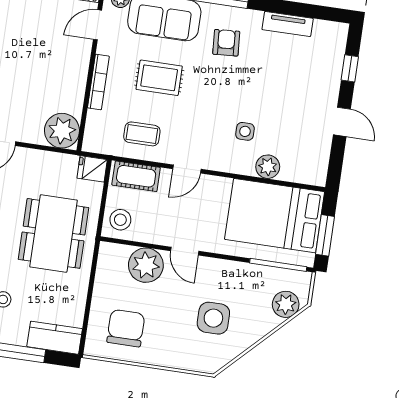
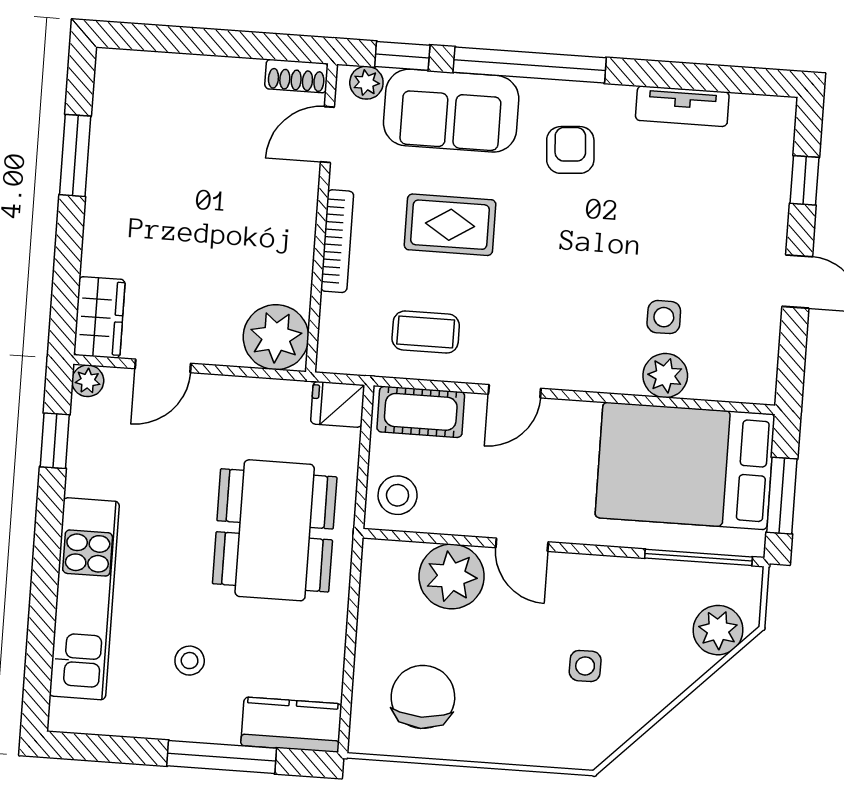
side table: (245, 131) -> (664, 317), moved
side table: (213, 318) -> (585, 666), width x0.54, depth x0.54

